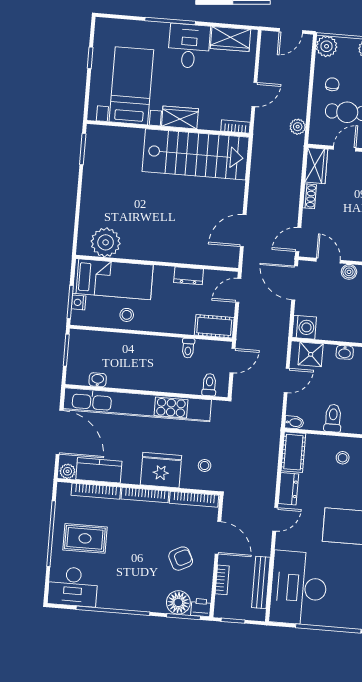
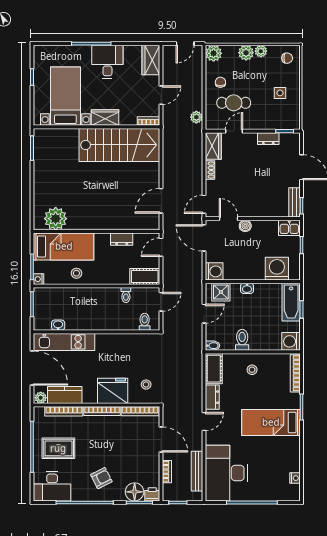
wardrobe: (231, 39) -> (151, 60), moved, turned 90
nightstand: (79, 302) -> (39, 279), moved
kitchen unit: (137, 405) -> (64, 342), width x0.54
armchair: (181, 559) -> (101, 478), moved

